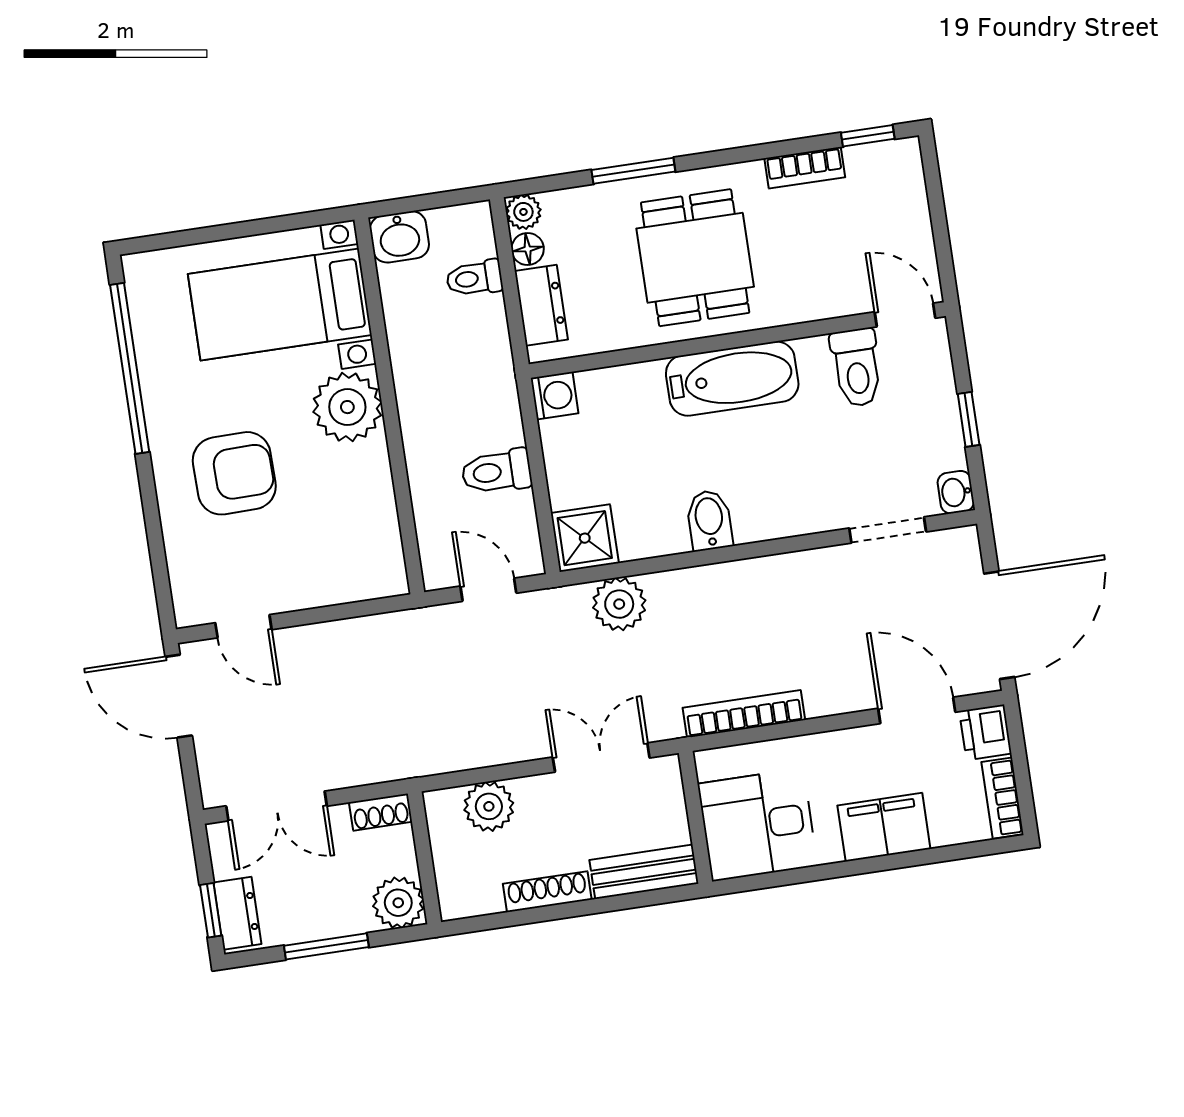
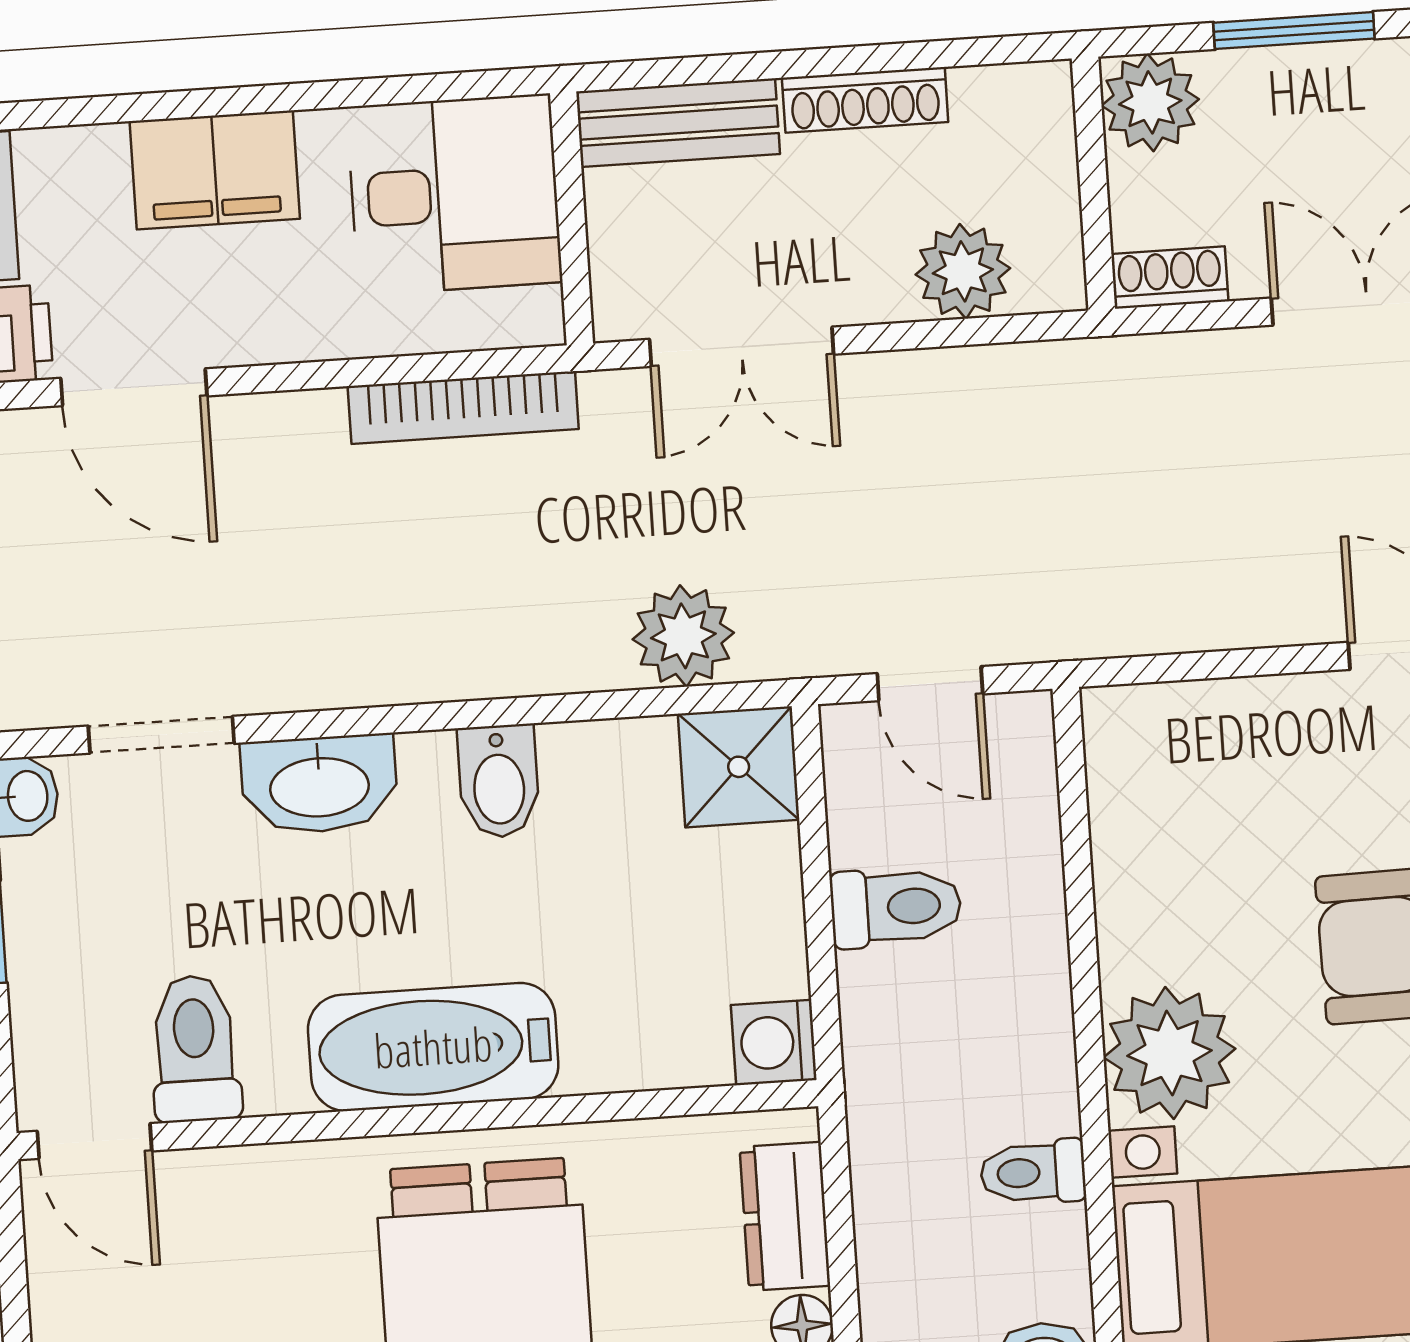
toilet: (474, 278) -> (1033, 1172), moved, turned 180
washbasin: (803, 511) -> (319, 784), added

